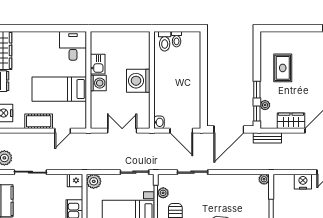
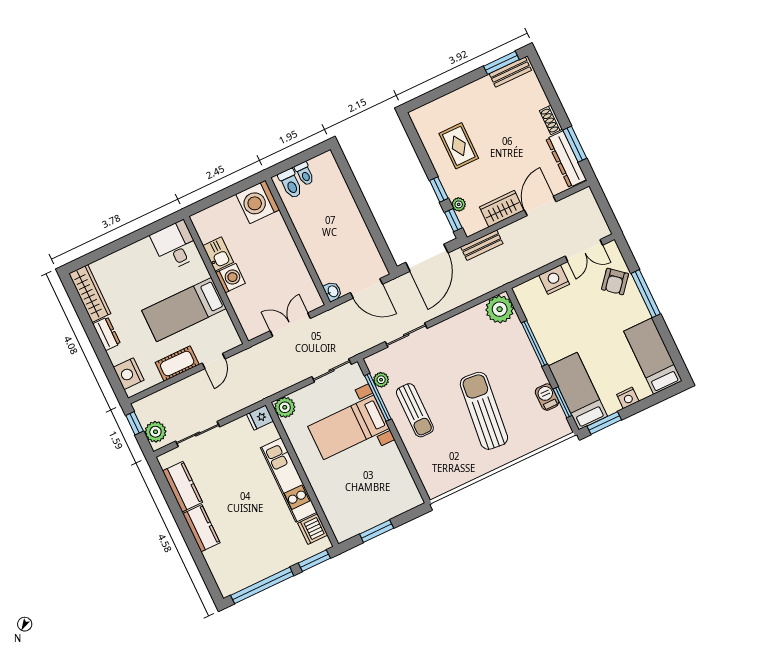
washing machine: (138, 81) -> (258, 202), moved
plant: (264, 179) -> (500, 309), width x1.87, depth x1.87

